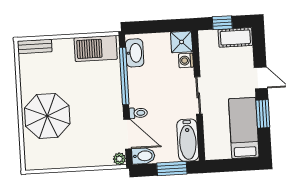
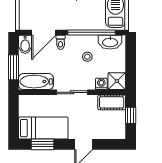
cot: (235, 37) -> (112, 102), moved, turned 90
stool: (154, 79) -> (87, 57), added
window: (263, 114) -> (43, 144), moved
plant: (119, 159) -> (24, 25), removed

